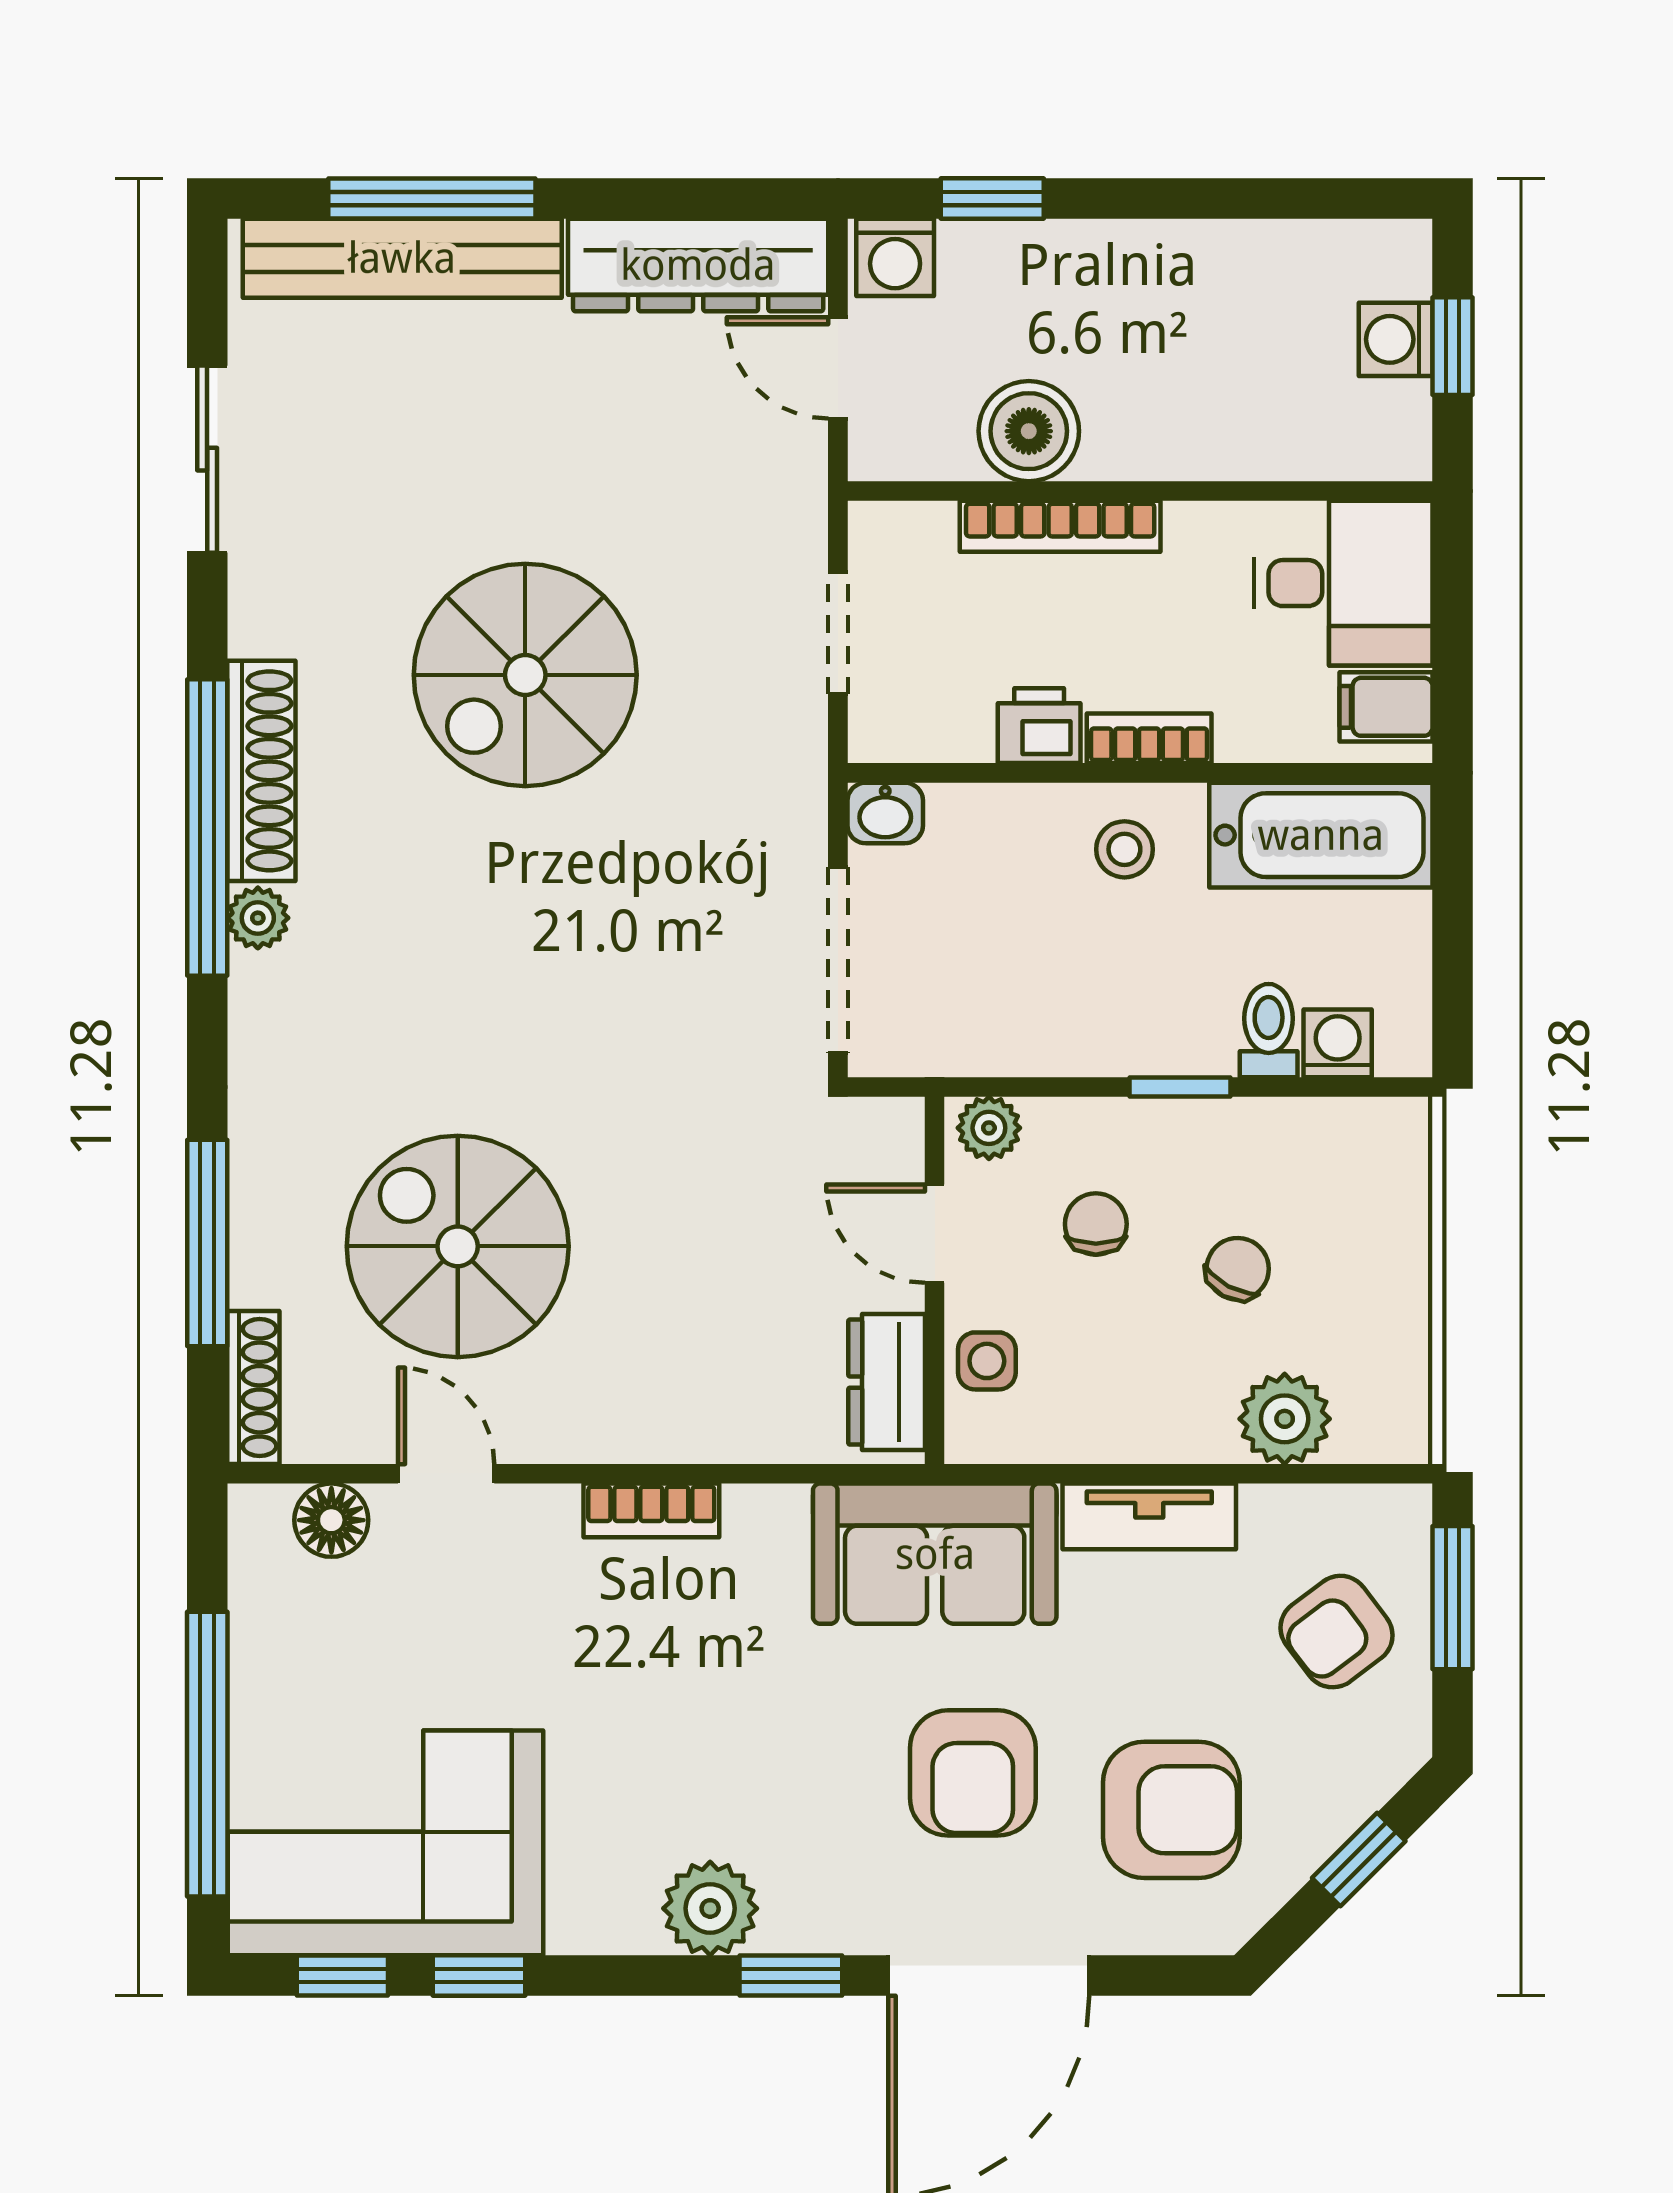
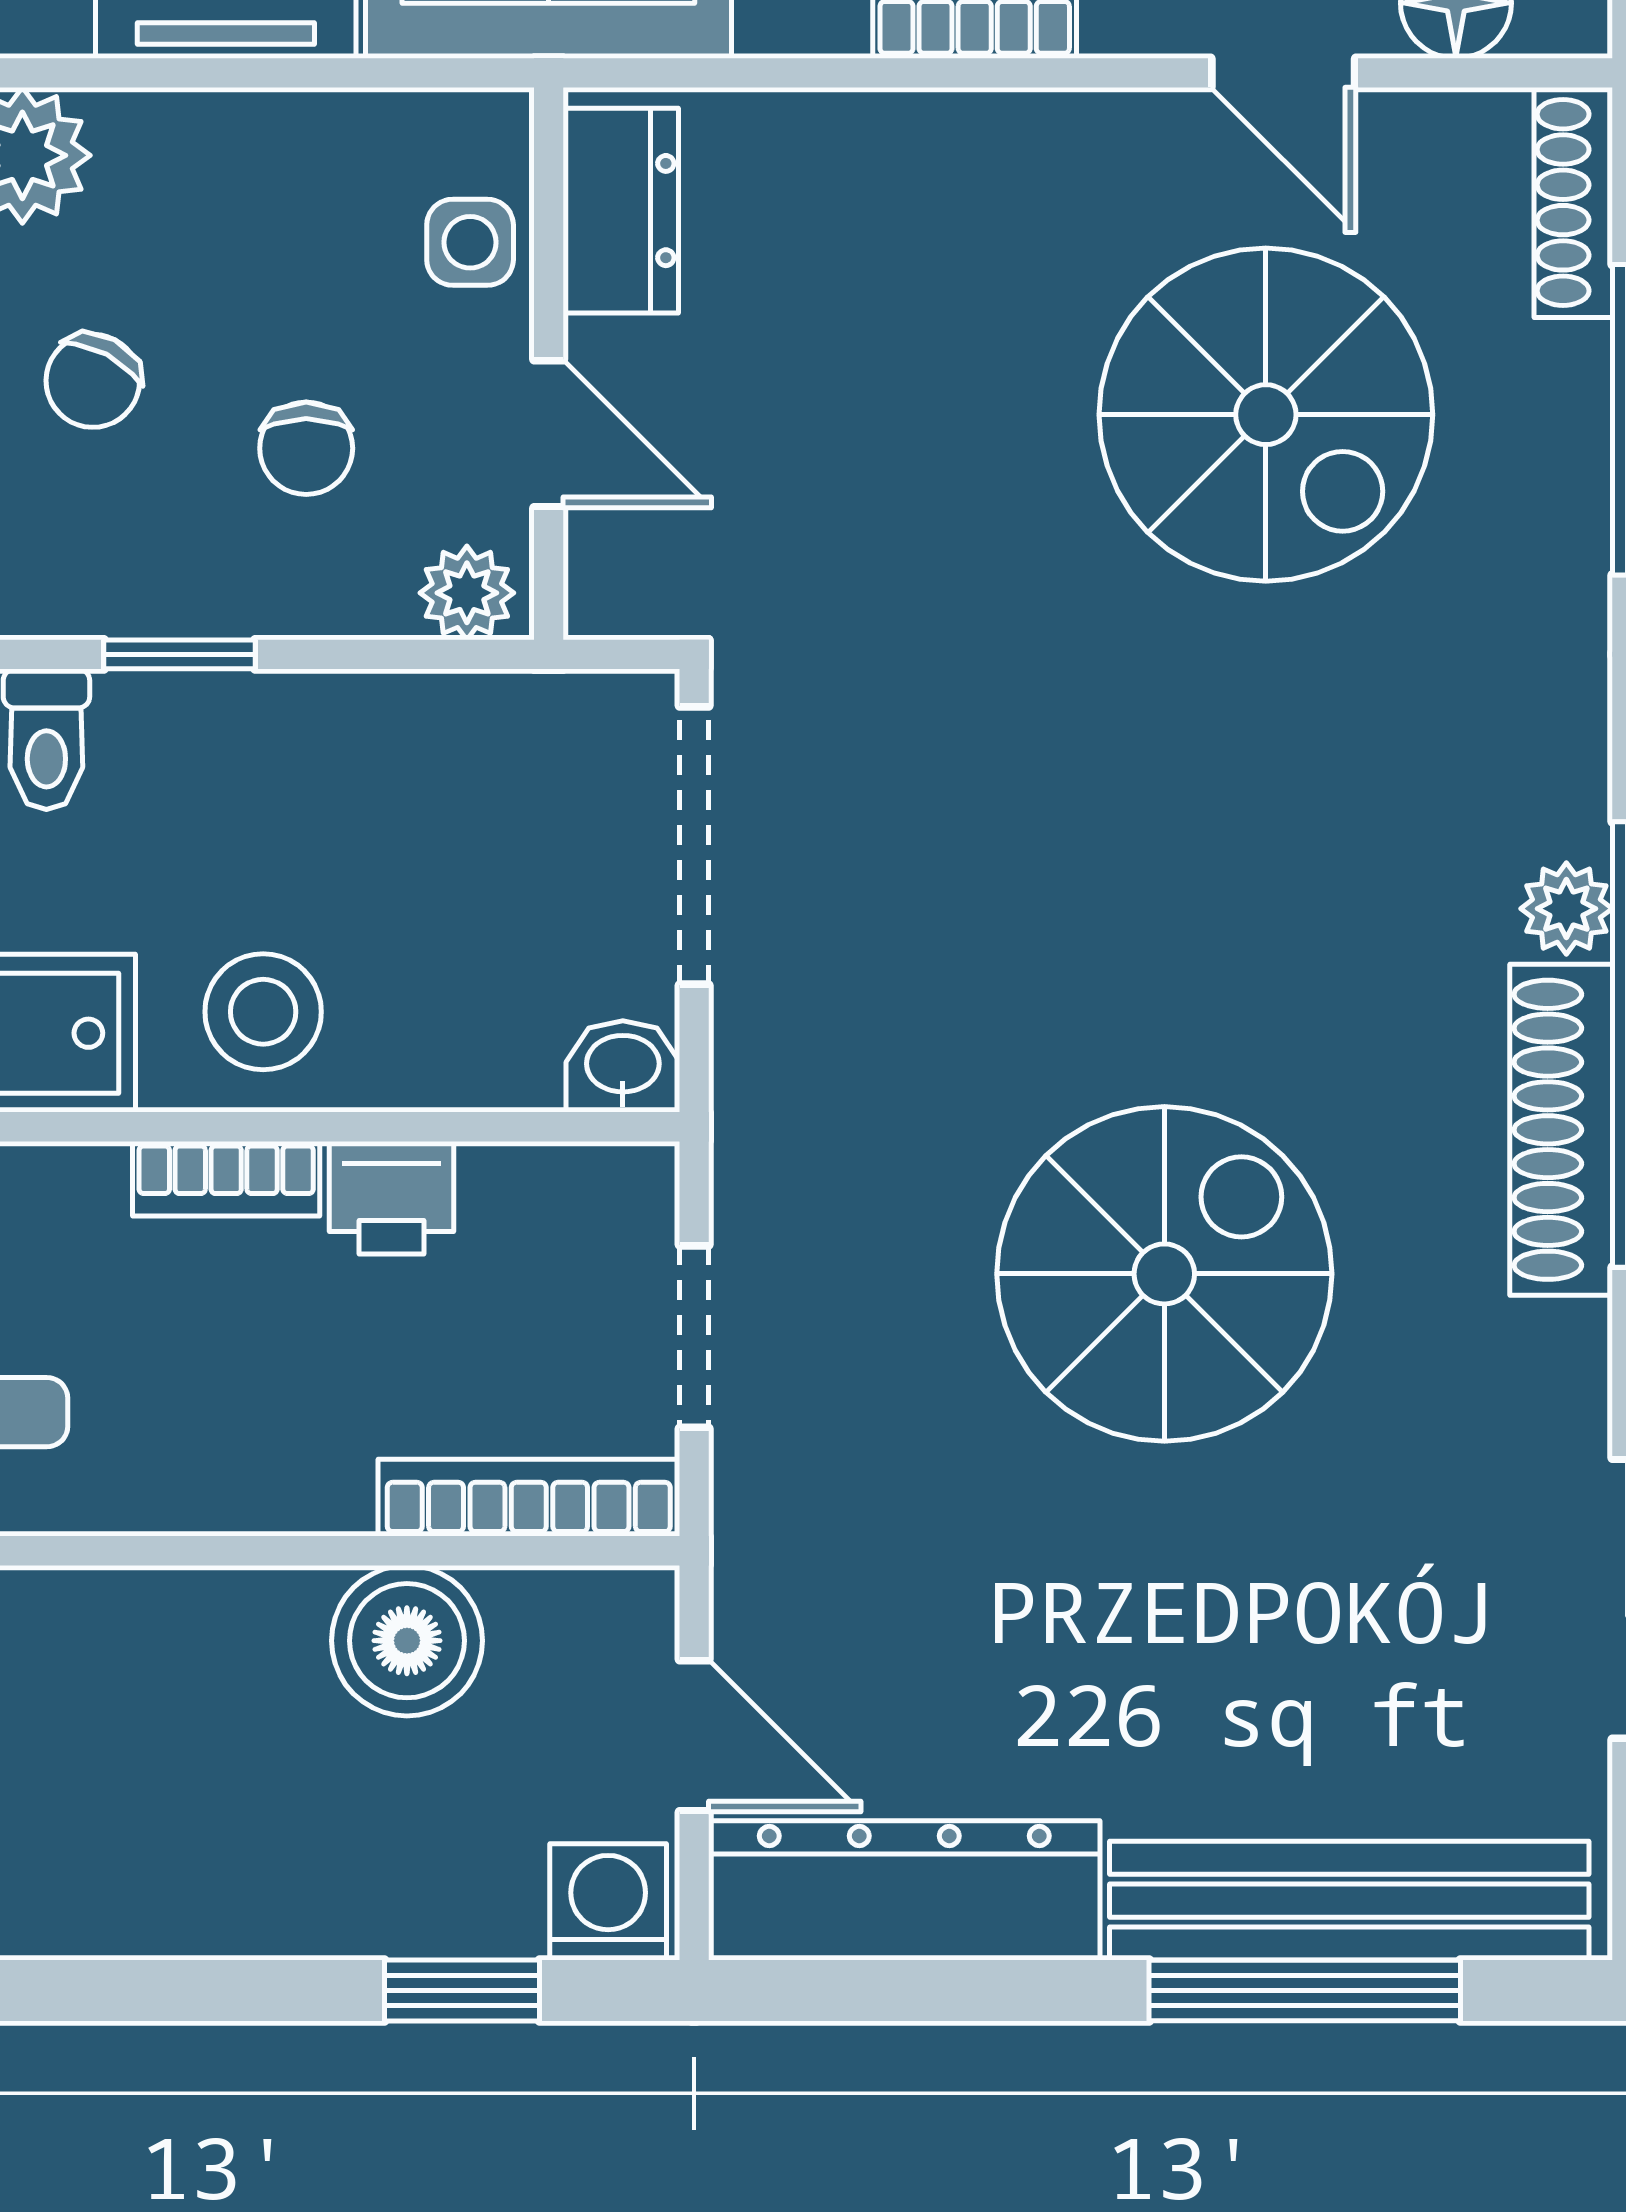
bookcase: (1060, 526) -> (529, 1498), moved
stool: (1124, 849) -> (263, 1012), width x1.37, depth x1.37

